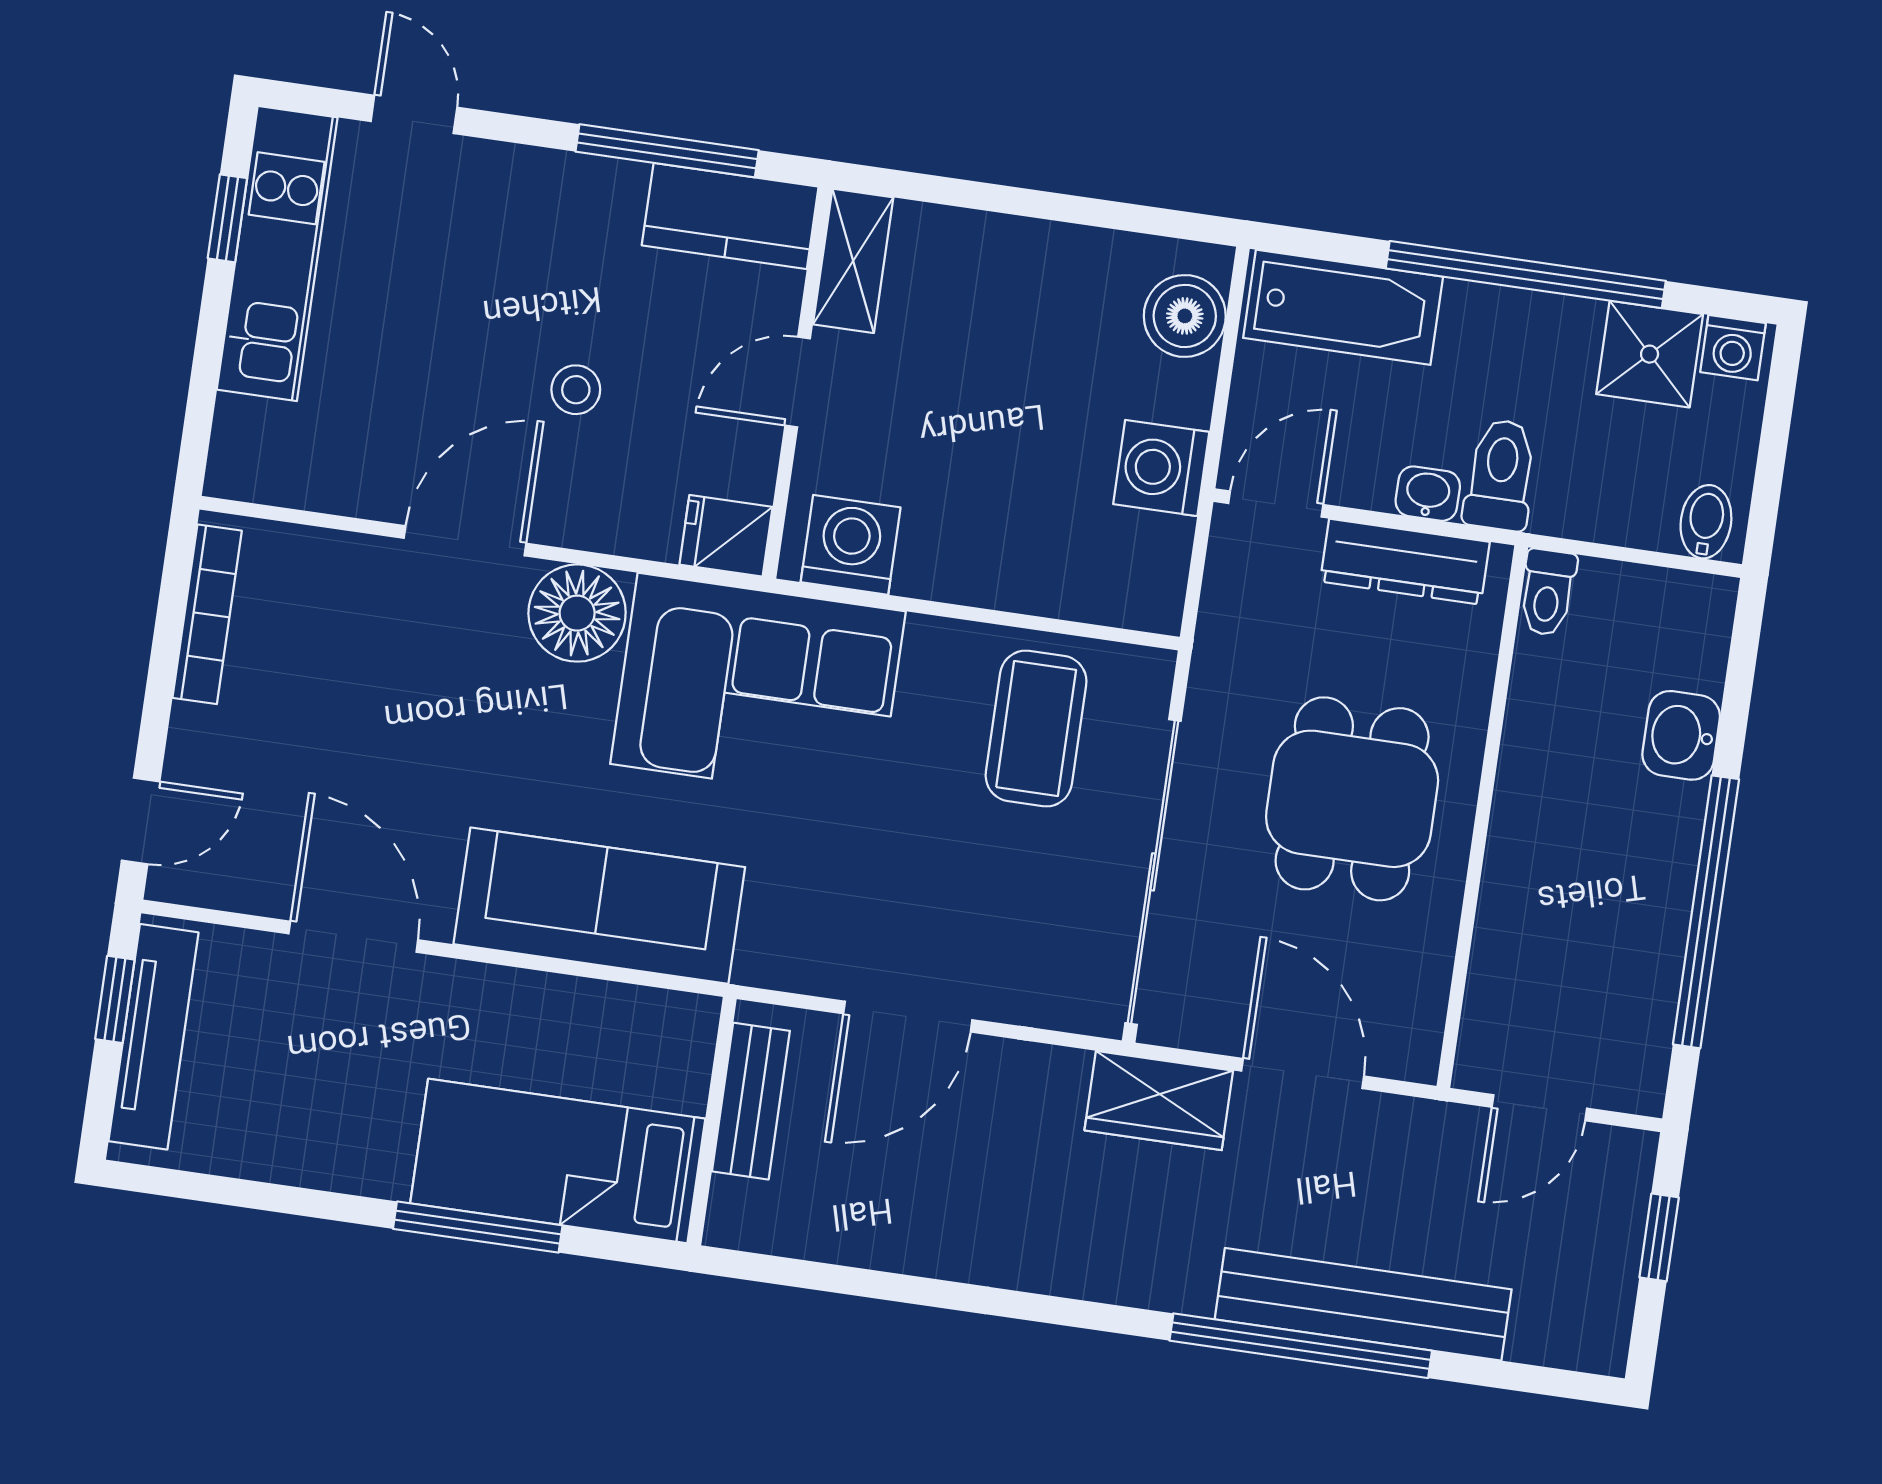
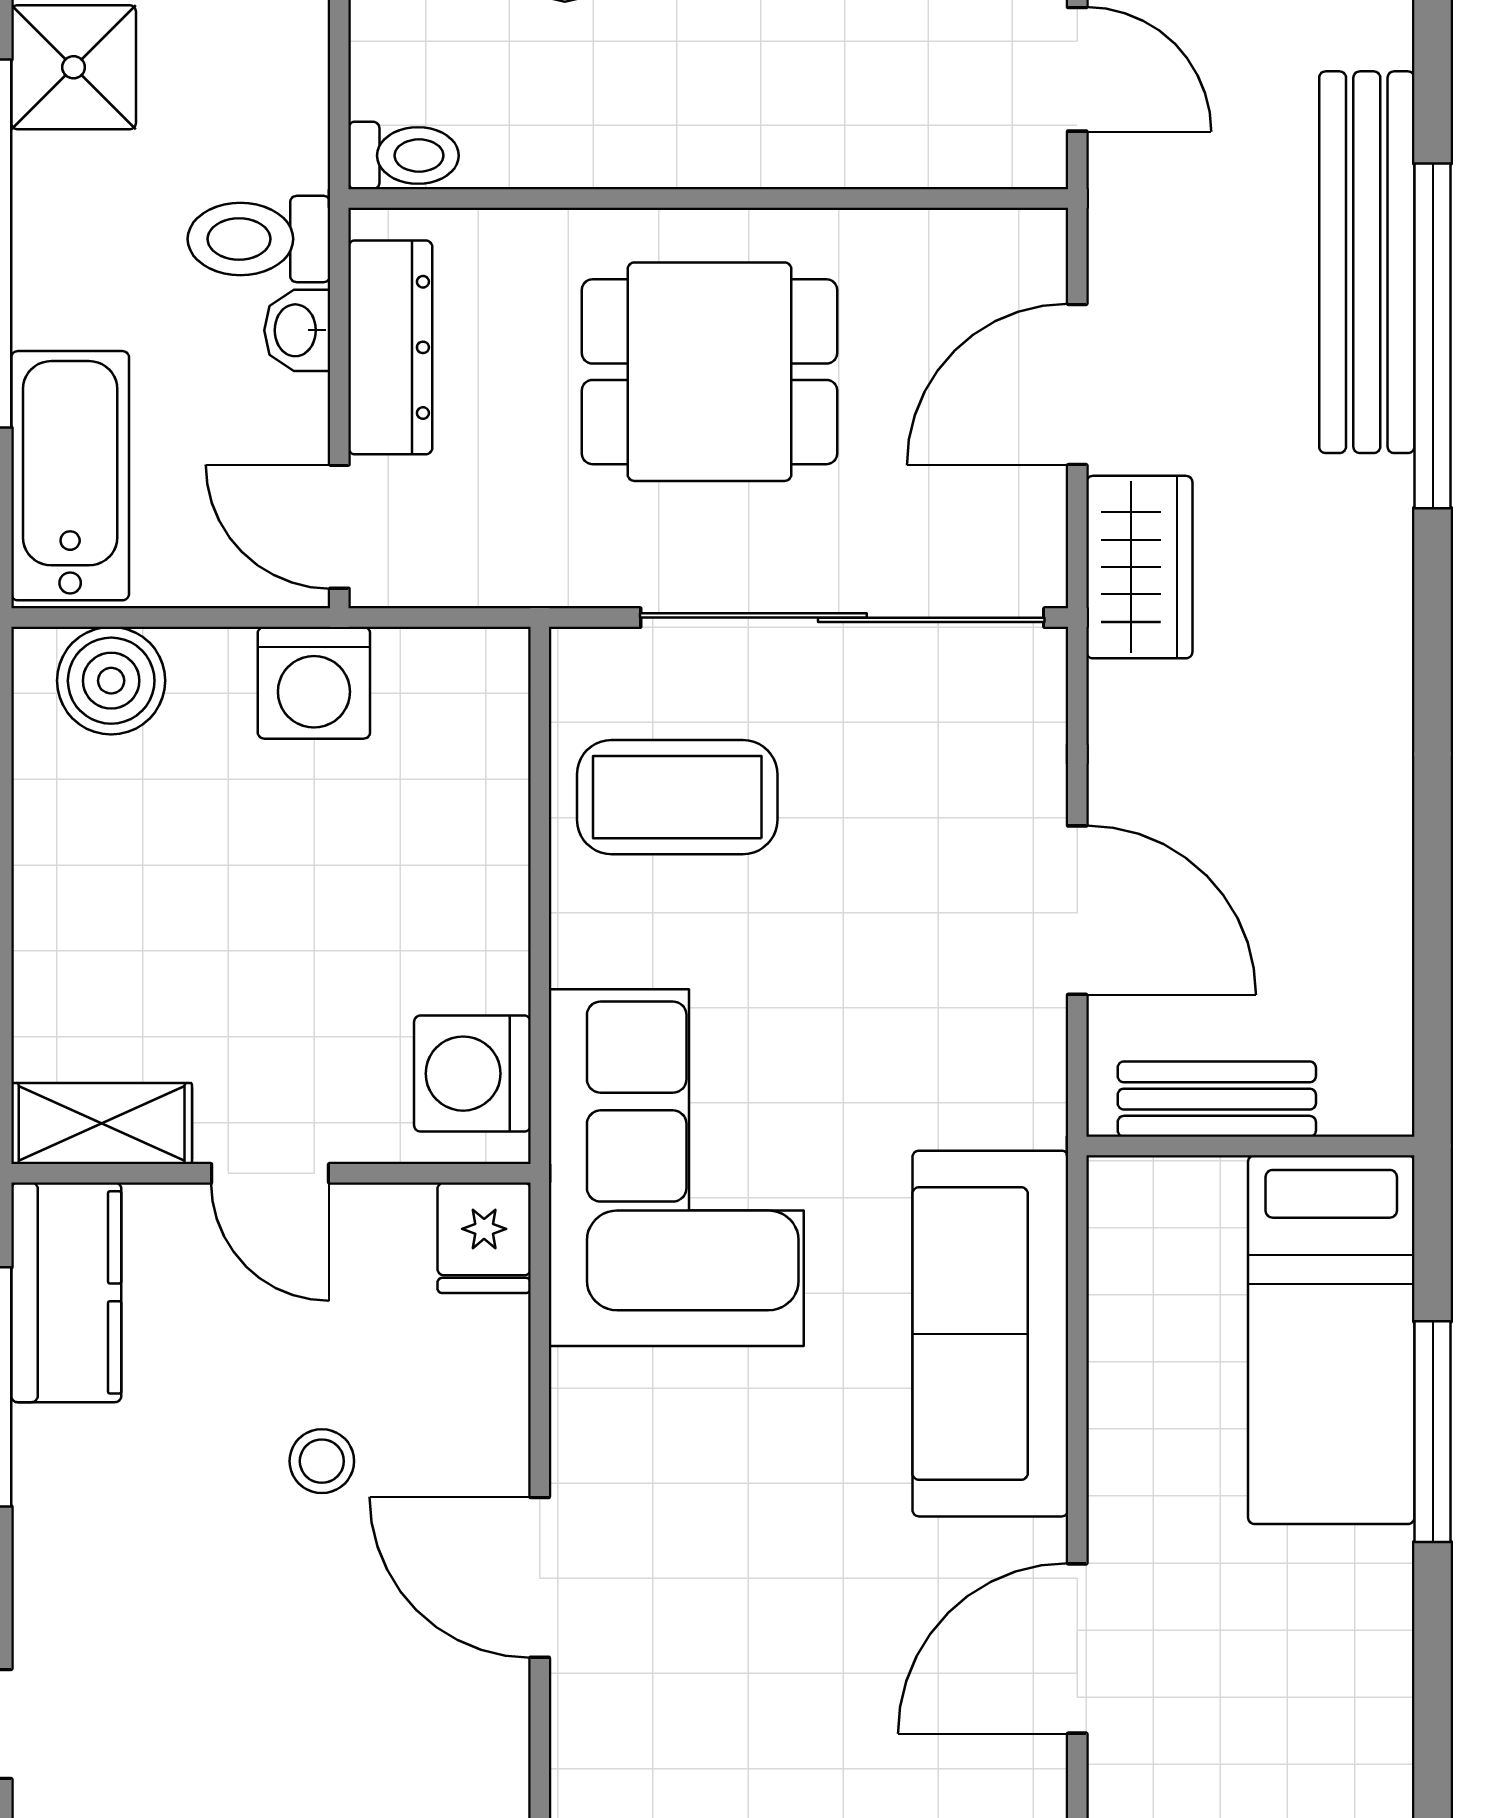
floor lamp: (577, 613) -> (613, 1418), removed

